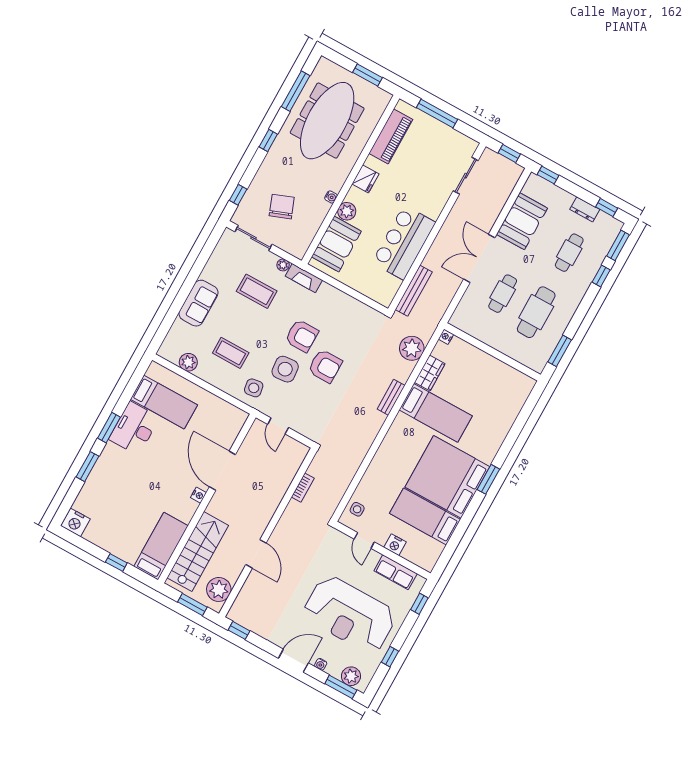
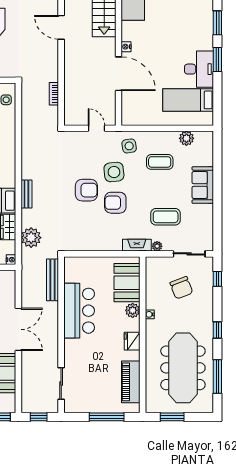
armchair: (325, 366) -> (86, 190), turned 180

